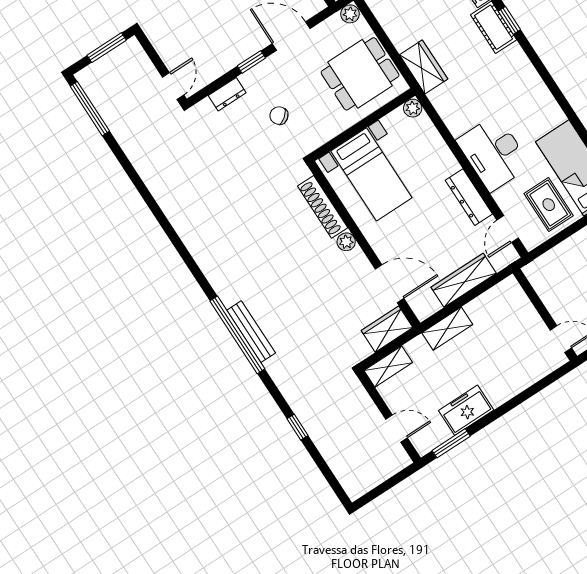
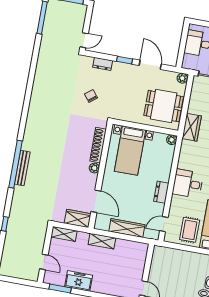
chair: (279, 116) -> (91, 96), moved
desk: (493, 153) -> (188, 184), width x0.73
dresser: (469, 197) -> (161, 192), width x0.70

